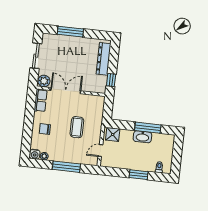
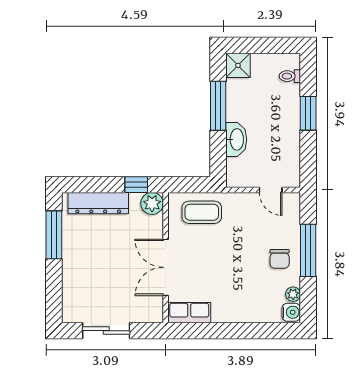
window: (70, 32) -> (54, 235), moved
plant: (44, 81) -> (152, 203), moved
coffee table: (77, 127) -> (202, 212), moved
chair: (45, 129) -> (280, 259), moved
shower: (113, 134) -> (238, 65), moved
washbasin: (142, 137) -> (236, 139), moved

